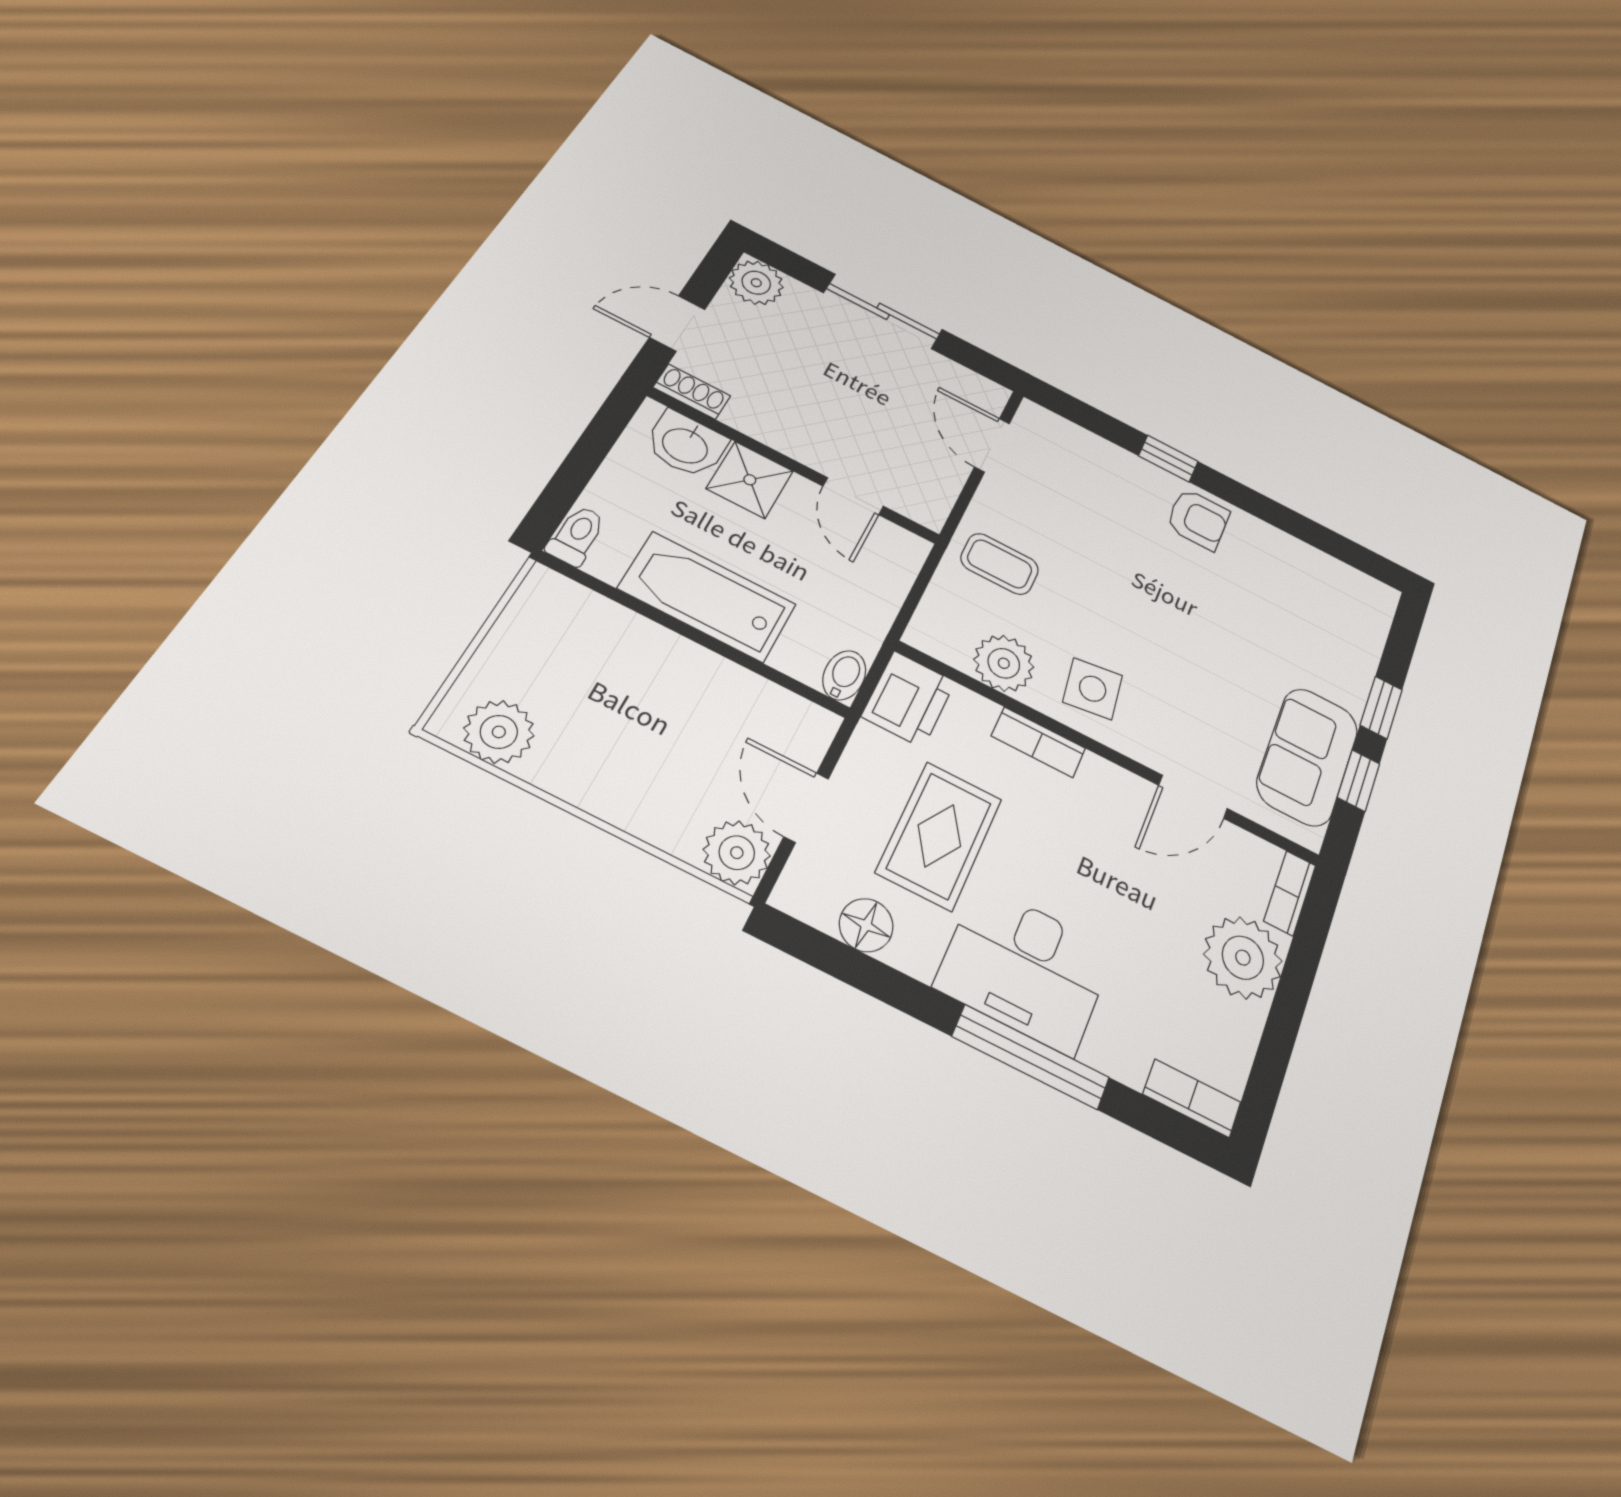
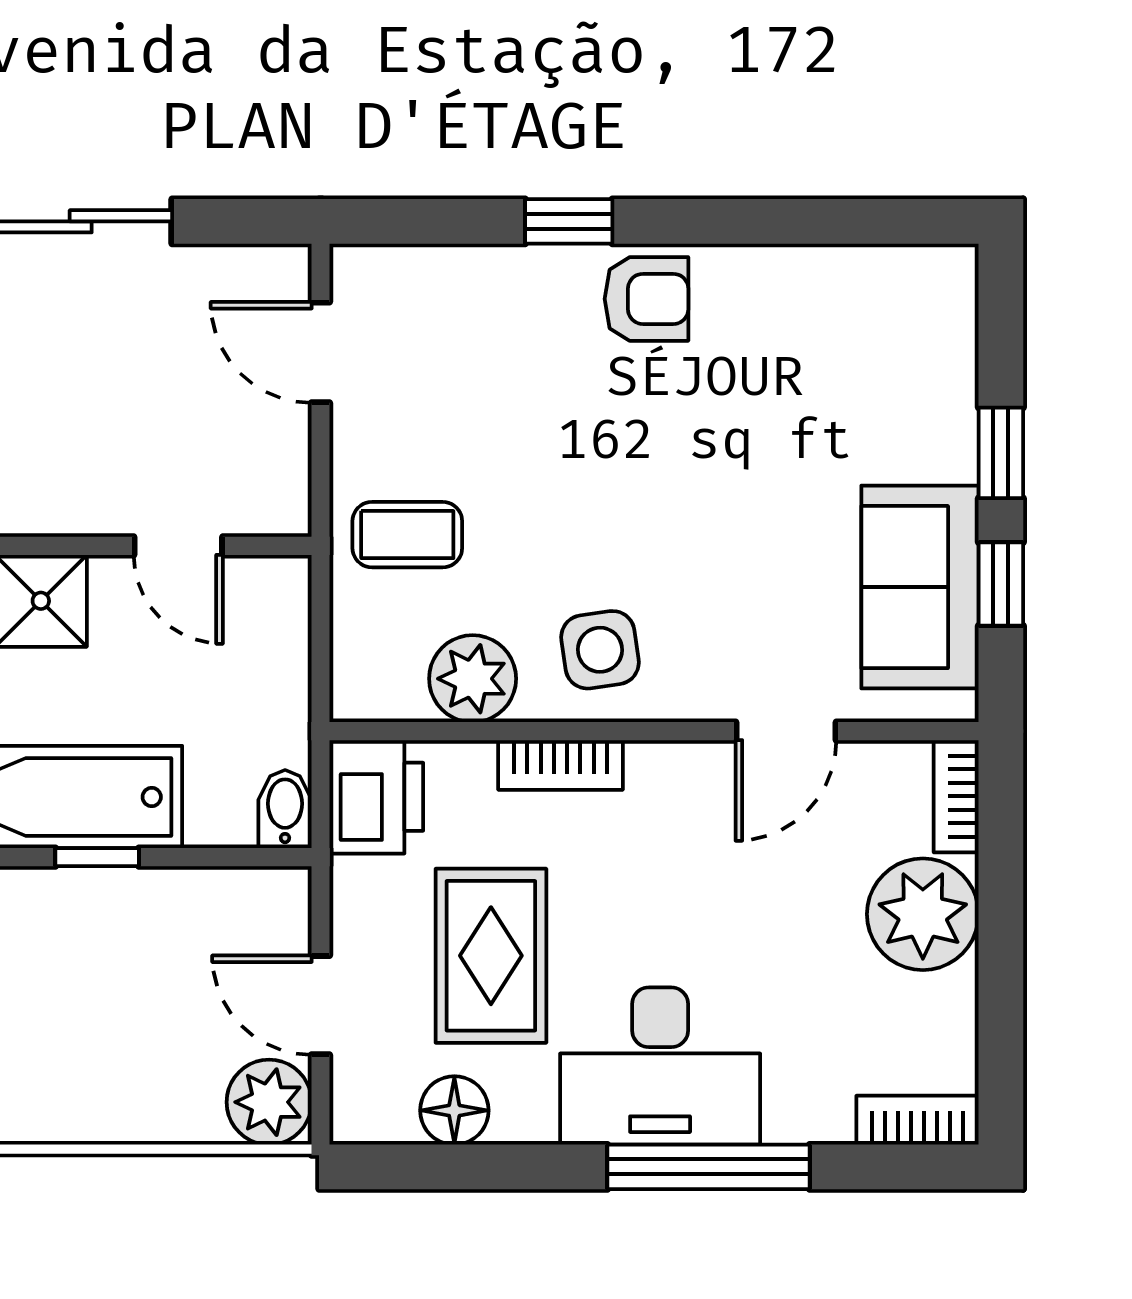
window: (703, 639) -> (97, 857), added

